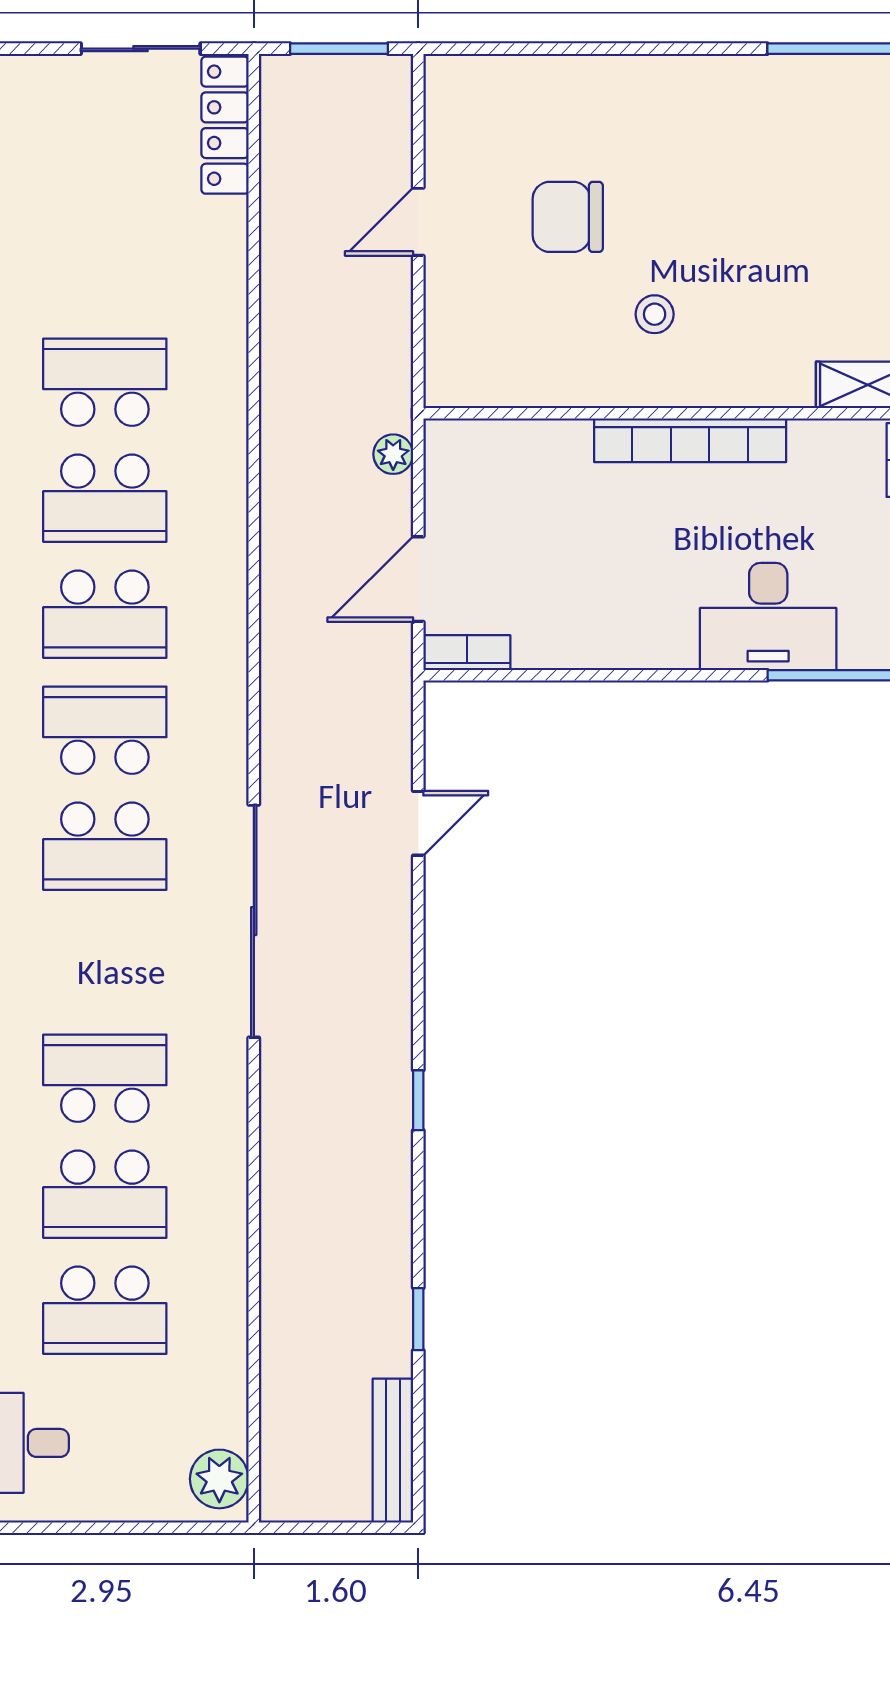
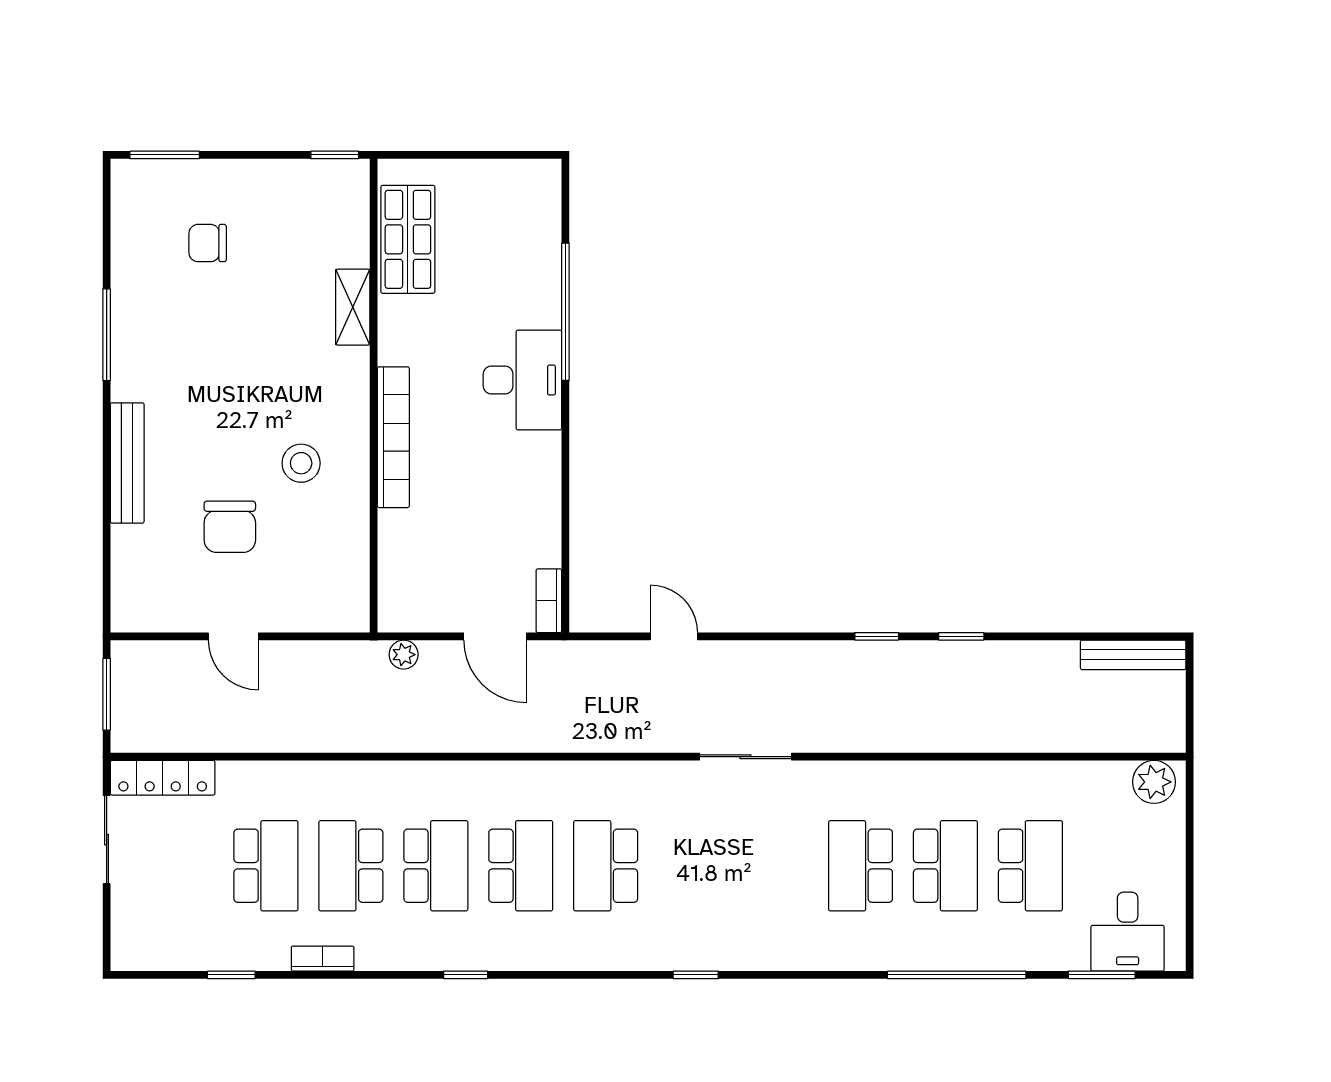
bench: (655, 77) -> (127, 463), added
stool: (655, 314) -> (301, 463), width x1.37, depth x1.37
school desk: (105, 846) -> (266, 866), moved
sliding door: (254, 921) -> (745, 757), width x0.54
window: (418, 1319) -> (961, 636), moved

